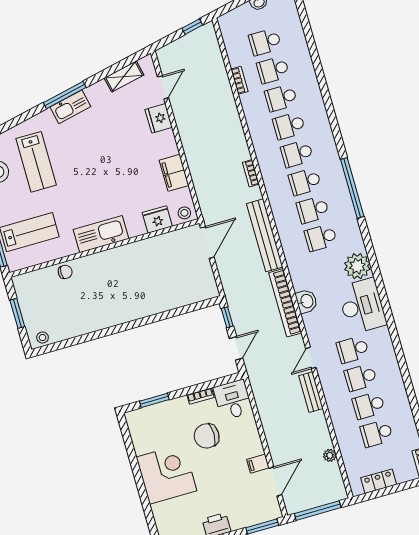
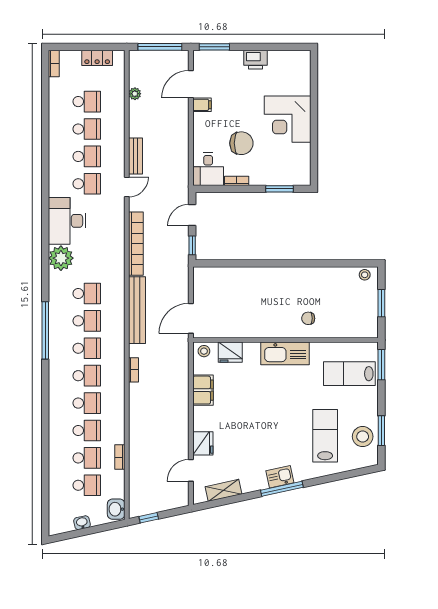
kitchen sink: (70, 107) -> (280, 477), width x0.73
chair: (65, 272) -> (308, 318), moved
washbasin: (306, 301) -> (116, 509), moved

